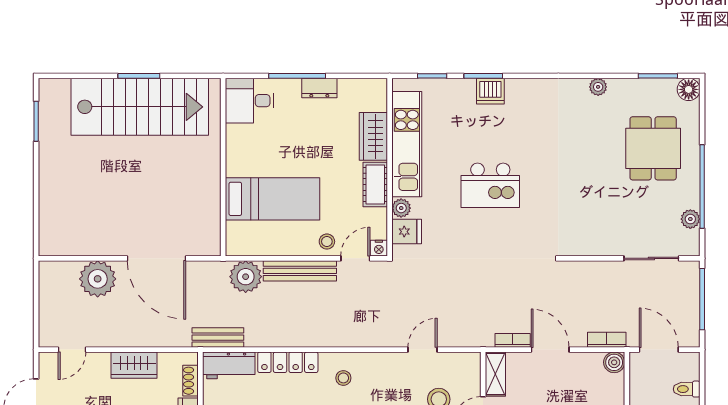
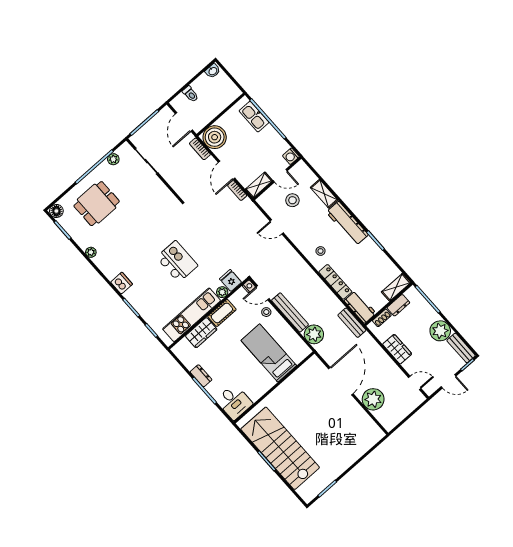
dishwasher: (490, 91) -> (122, 283), moved
boiler: (614, 362) -> (215, 137), width x1.86, depth x1.86

